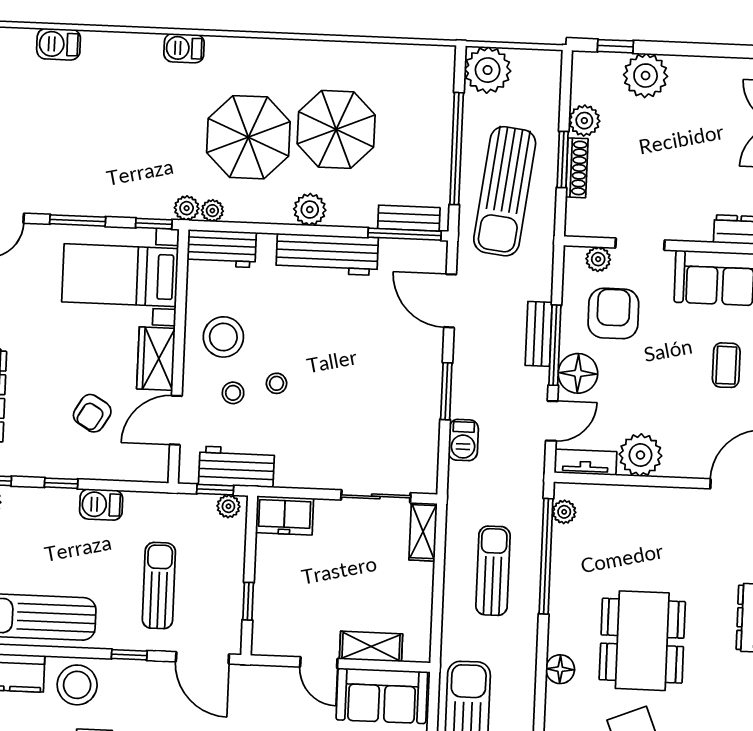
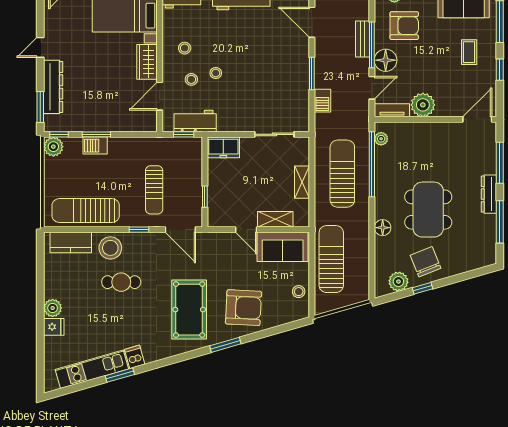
armchair: (613, 313) -> (404, 26), turned 90
stool: (223, 337) -> (185, 48), width x0.53, depth x0.53
armchair: (92, 413) -> (112, 94), removed
window: (61, 483) -> (96, 134), width x1.50
barbecue: (101, 505) -> (95, 146), moved
plant: (228, 506) -> (191, 144), removed
shelving: (423, 532) -> (302, 182), moved
sun lounger: (493, 571) -> (342, 174), width x1.36, depth x1.34
sun lounger: (159, 586) -> (154, 190), turned 180

